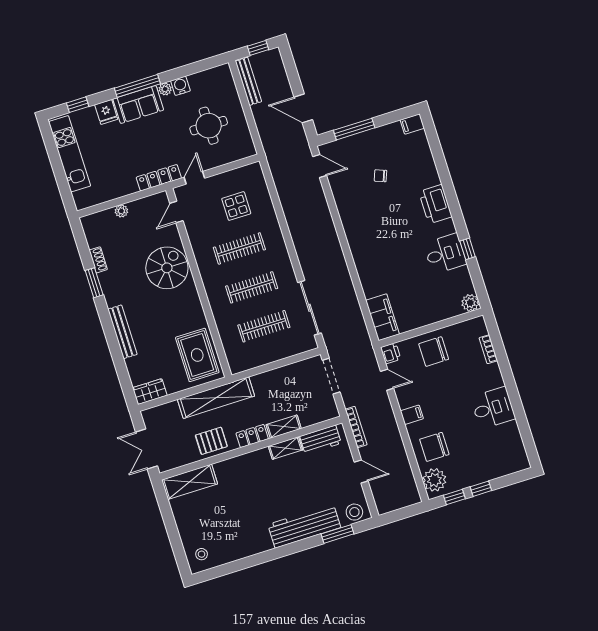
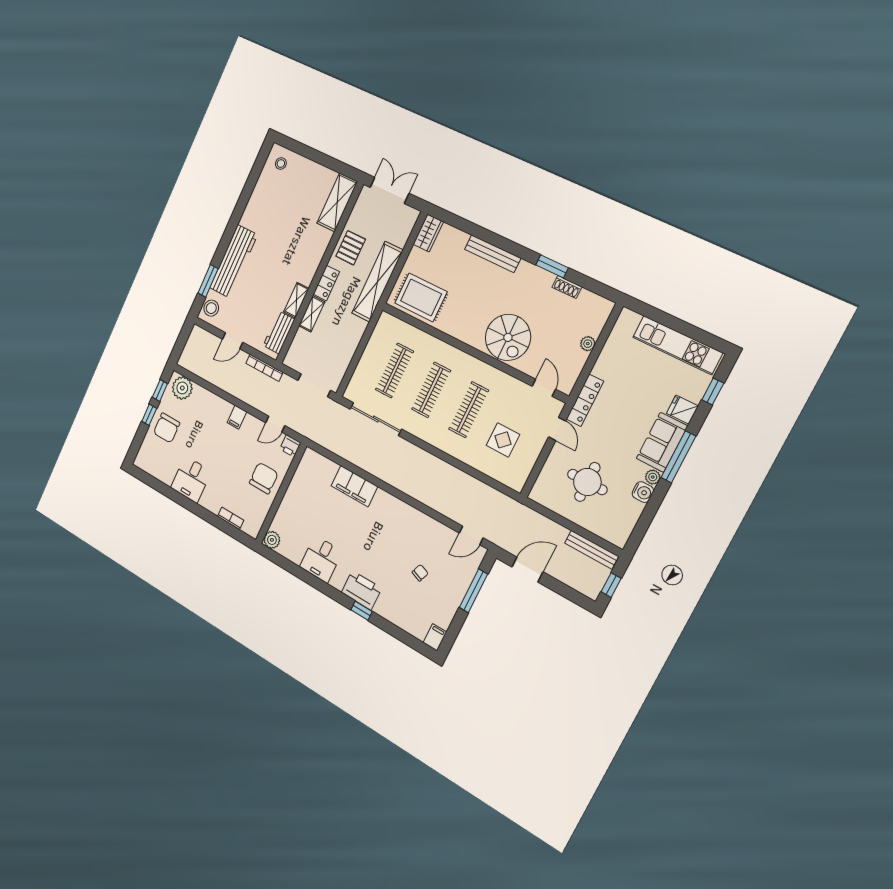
window: (468, 249) -> (362, 611), moved
filing cabinet: (382, 317) -> (354, 486), moved
chair: (434, 447) -> (167, 428), moved, turned 180

